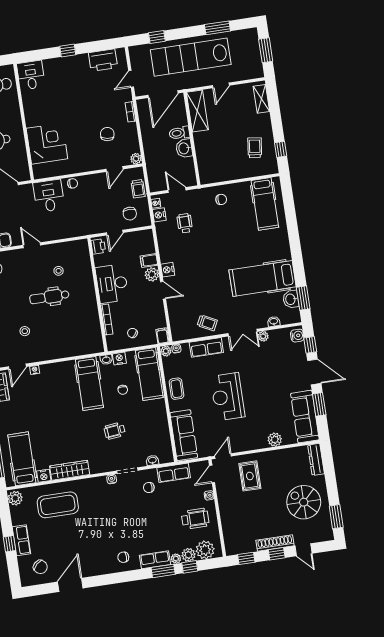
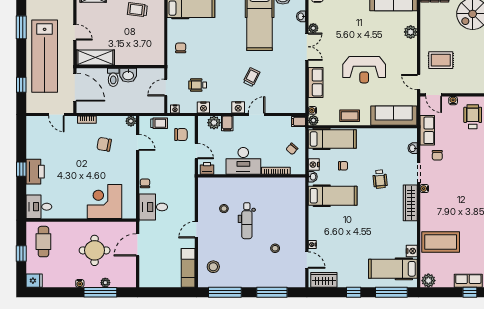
printer: (103, 60) -> (35, 172), moved
nightstand: (159, 215) -> (203, 107), moved
plant: (152, 274) -> (214, 123), moved
trolley: (207, 323) -> (252, 77), moved
wardrobe: (70, 470) -> (410, 203), moved
coffee table: (58, 505) -> (441, 242), turned 90

